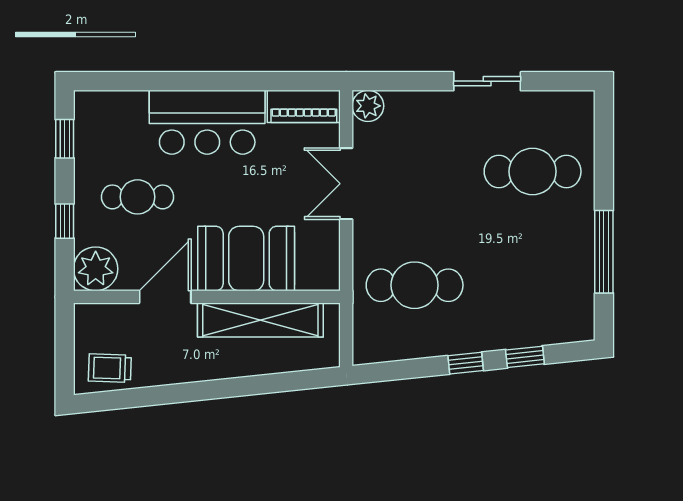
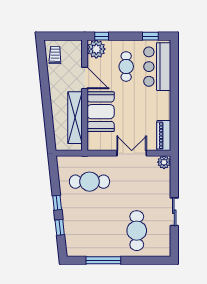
bar counter: (207, 122) -> (157, 67), moved
window: (65, 221) -> (102, 36), moved
cafe table: (415, 285) -> (89, 182), turned 90

